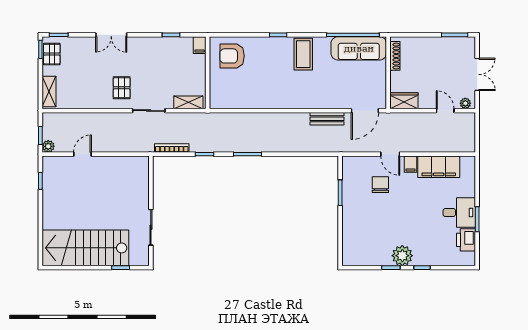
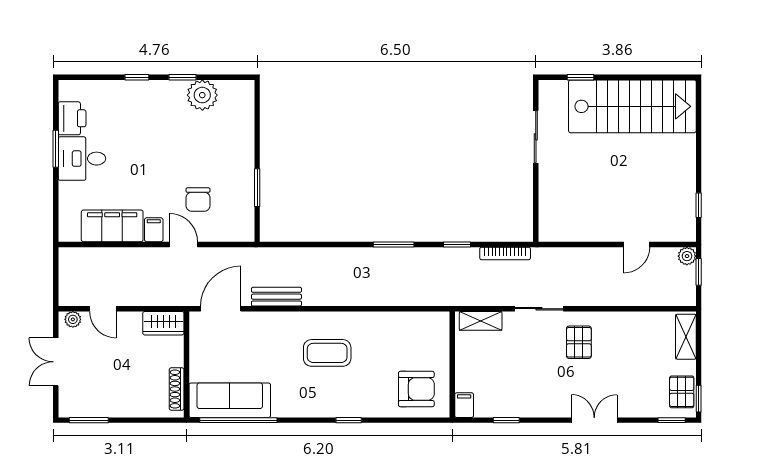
coffee table: (303, 54) -> (327, 353), moved, turned 90
plant: (402, 256) -> (202, 95), moved

